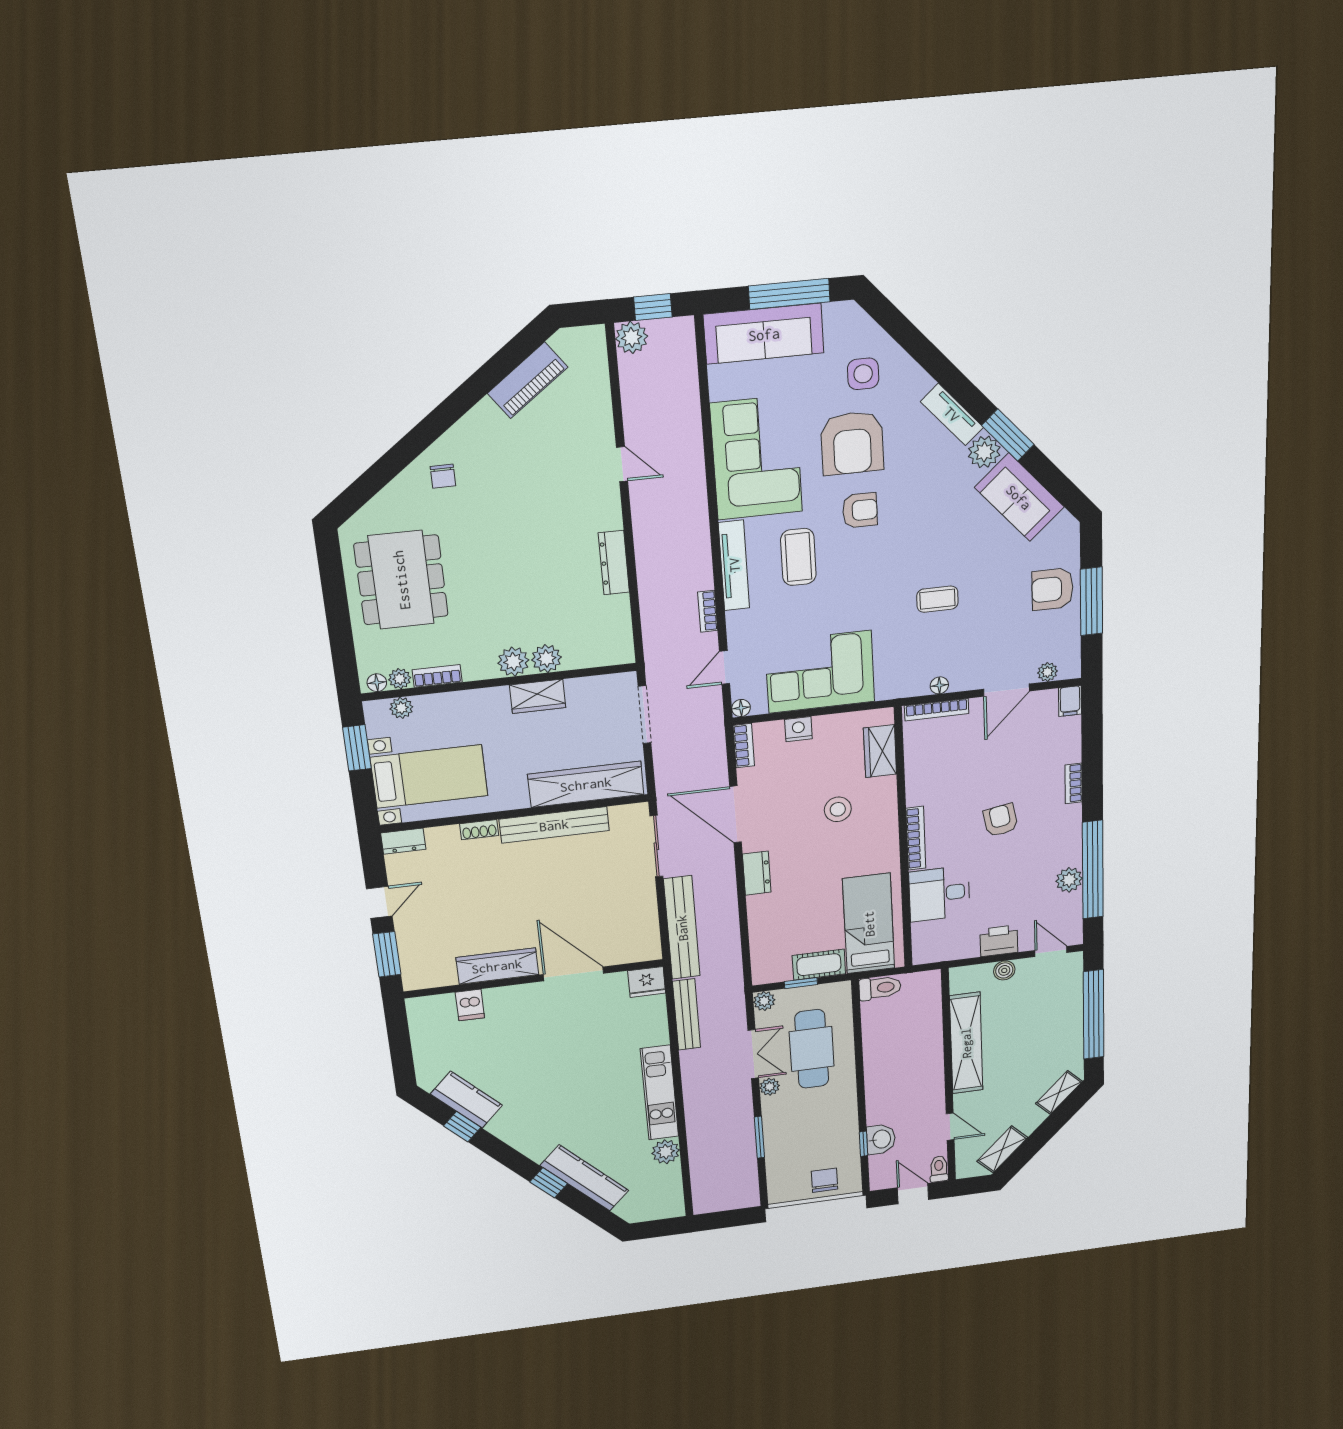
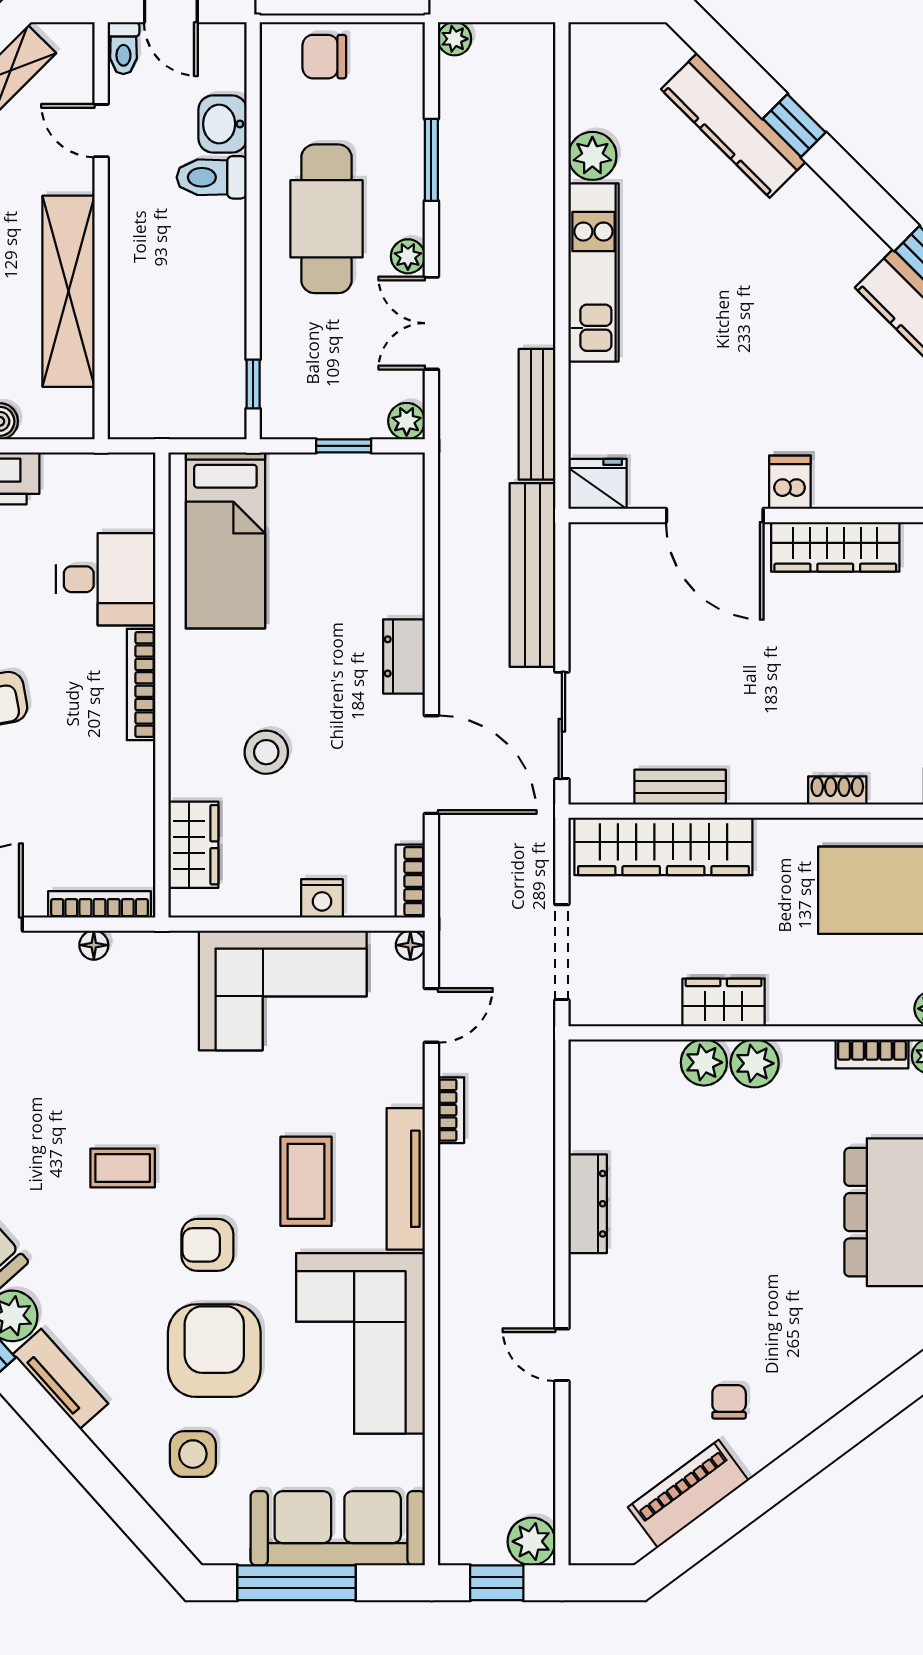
chair: (443, 476) -> (729, 1402), moved
coffee table: (937, 599) -> (123, 1168), moved
bench: (554, 825) -> (680, 787), width x0.54, depth x0.82
cot: (819, 965) -> (312, 476), removed
toilet: (880, 988) -> (212, 177), moved
dishwasher: (470, 1005) -> (790, 482), moved
cafe table: (812, 1049) -> (326, 219), moved
window: (863, 1144) -> (253, 384), moved
chair: (825, 1180) -> (324, 57), turned 90
plant: (751, 1199) -> (455, 39), added

